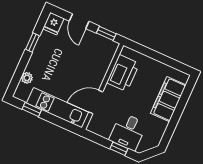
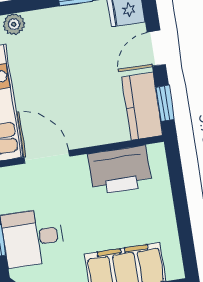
kitchen counter: (101, 44) -> (142, 106), added

